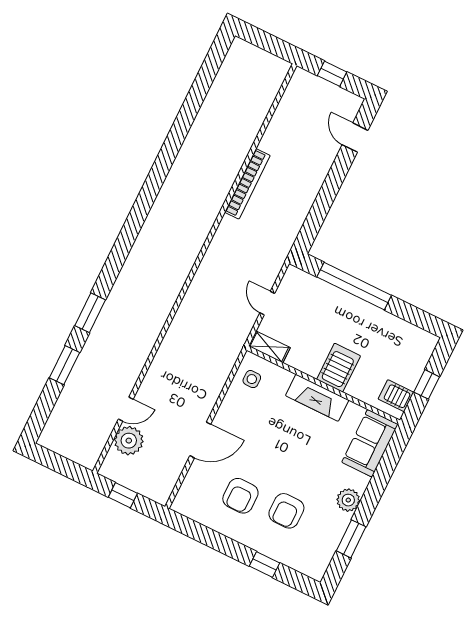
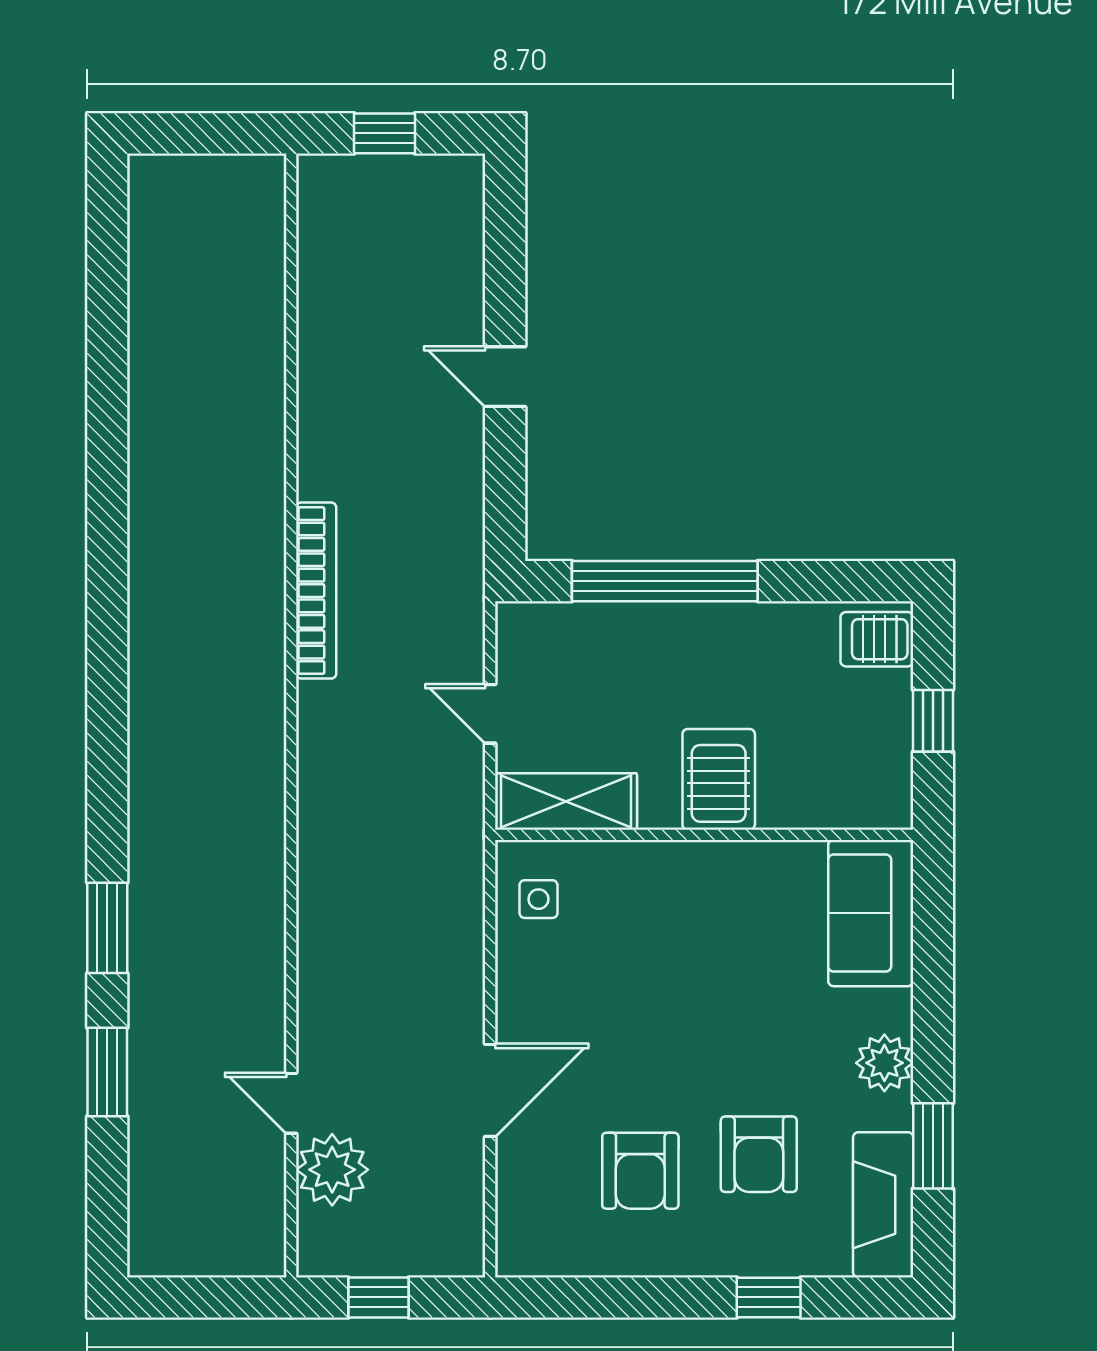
door: (355, 138) -> (505, 377), moved
bookcase: (247, 184) -> (316, 591), moved
shelving: (269, 347) -> (566, 801), width x1.50, depth x1.33
server rack: (396, 396) -> (877, 639), moved
fireplace: (317, 398) -> (883, 1205), moved, turned 90
door: (126, 409) -> (291, 1103), swing flipped

